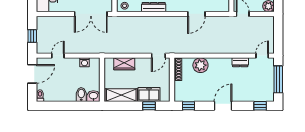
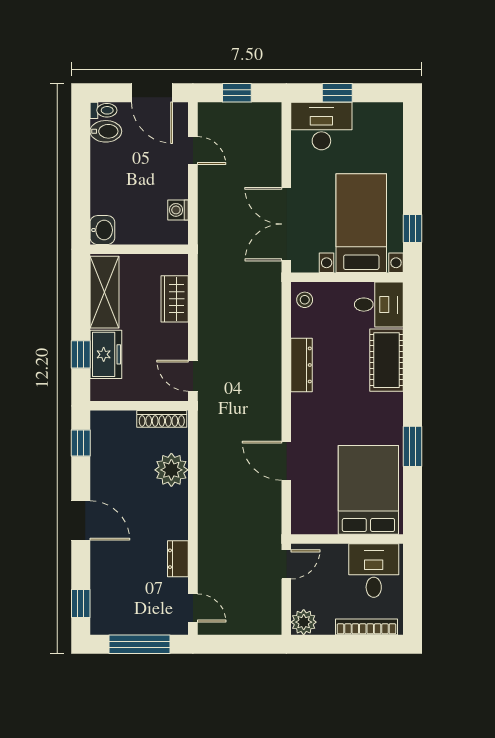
bidet: (81, 94) -> (106, 131), moved

